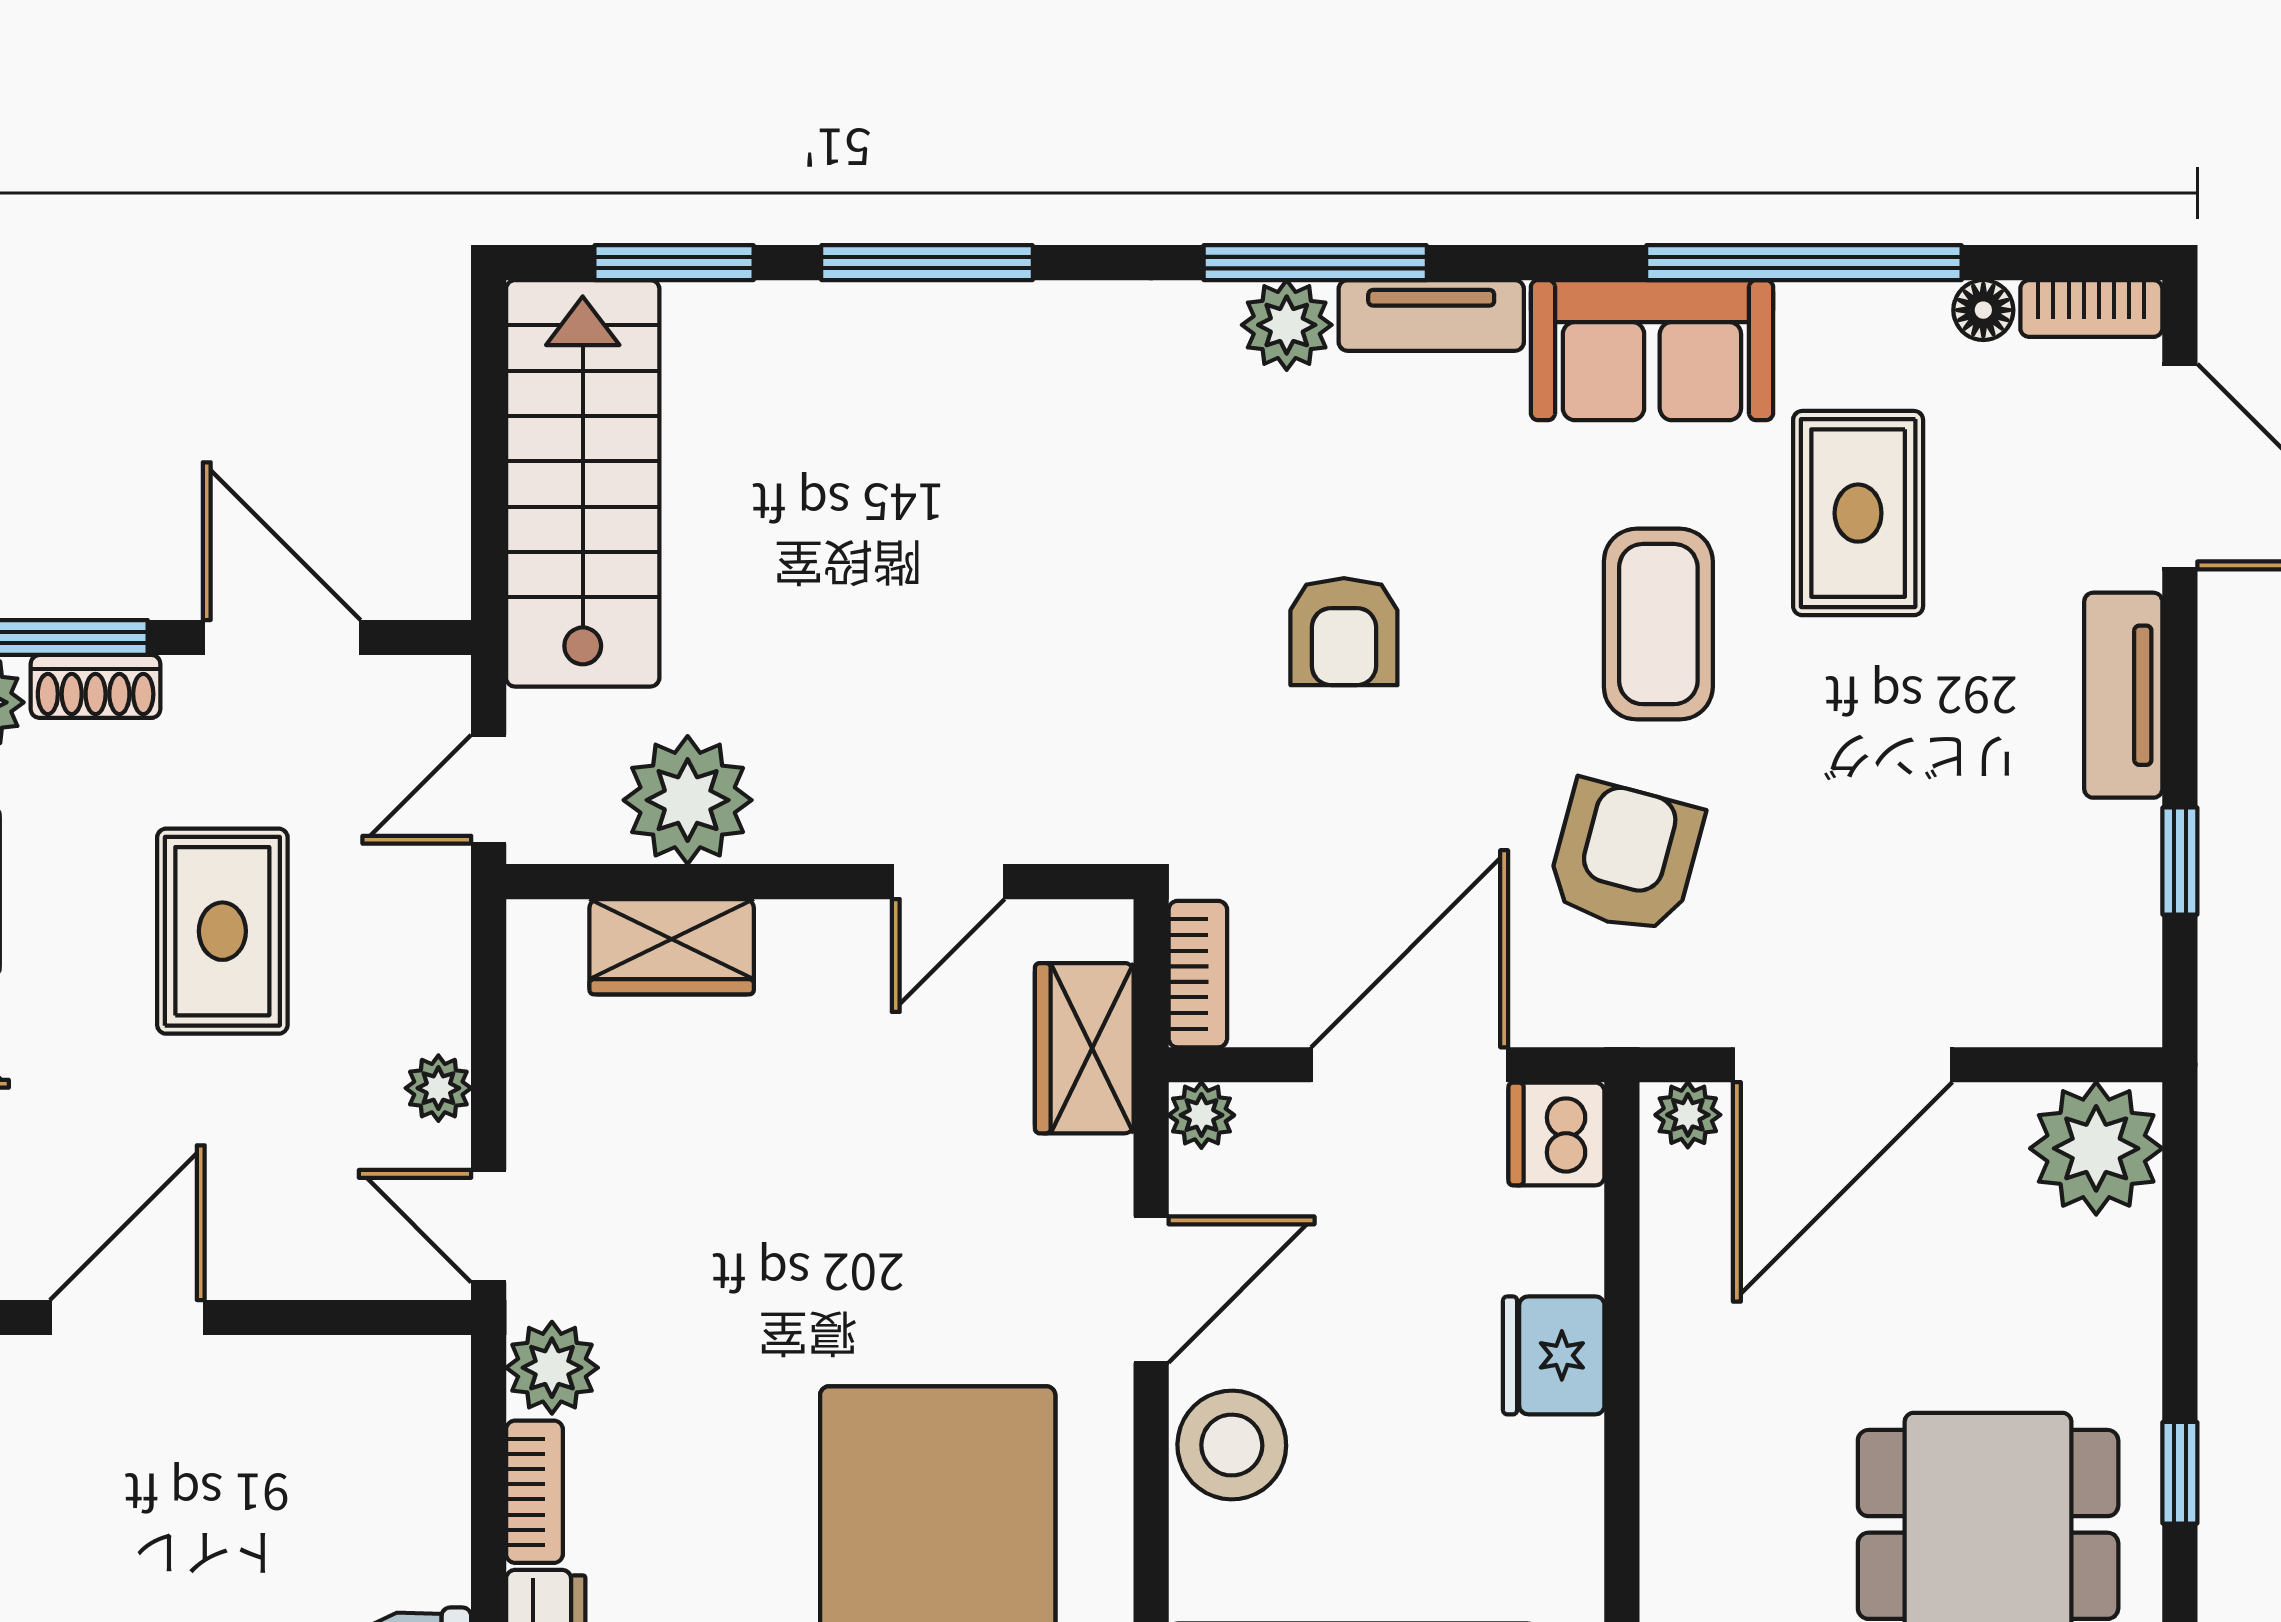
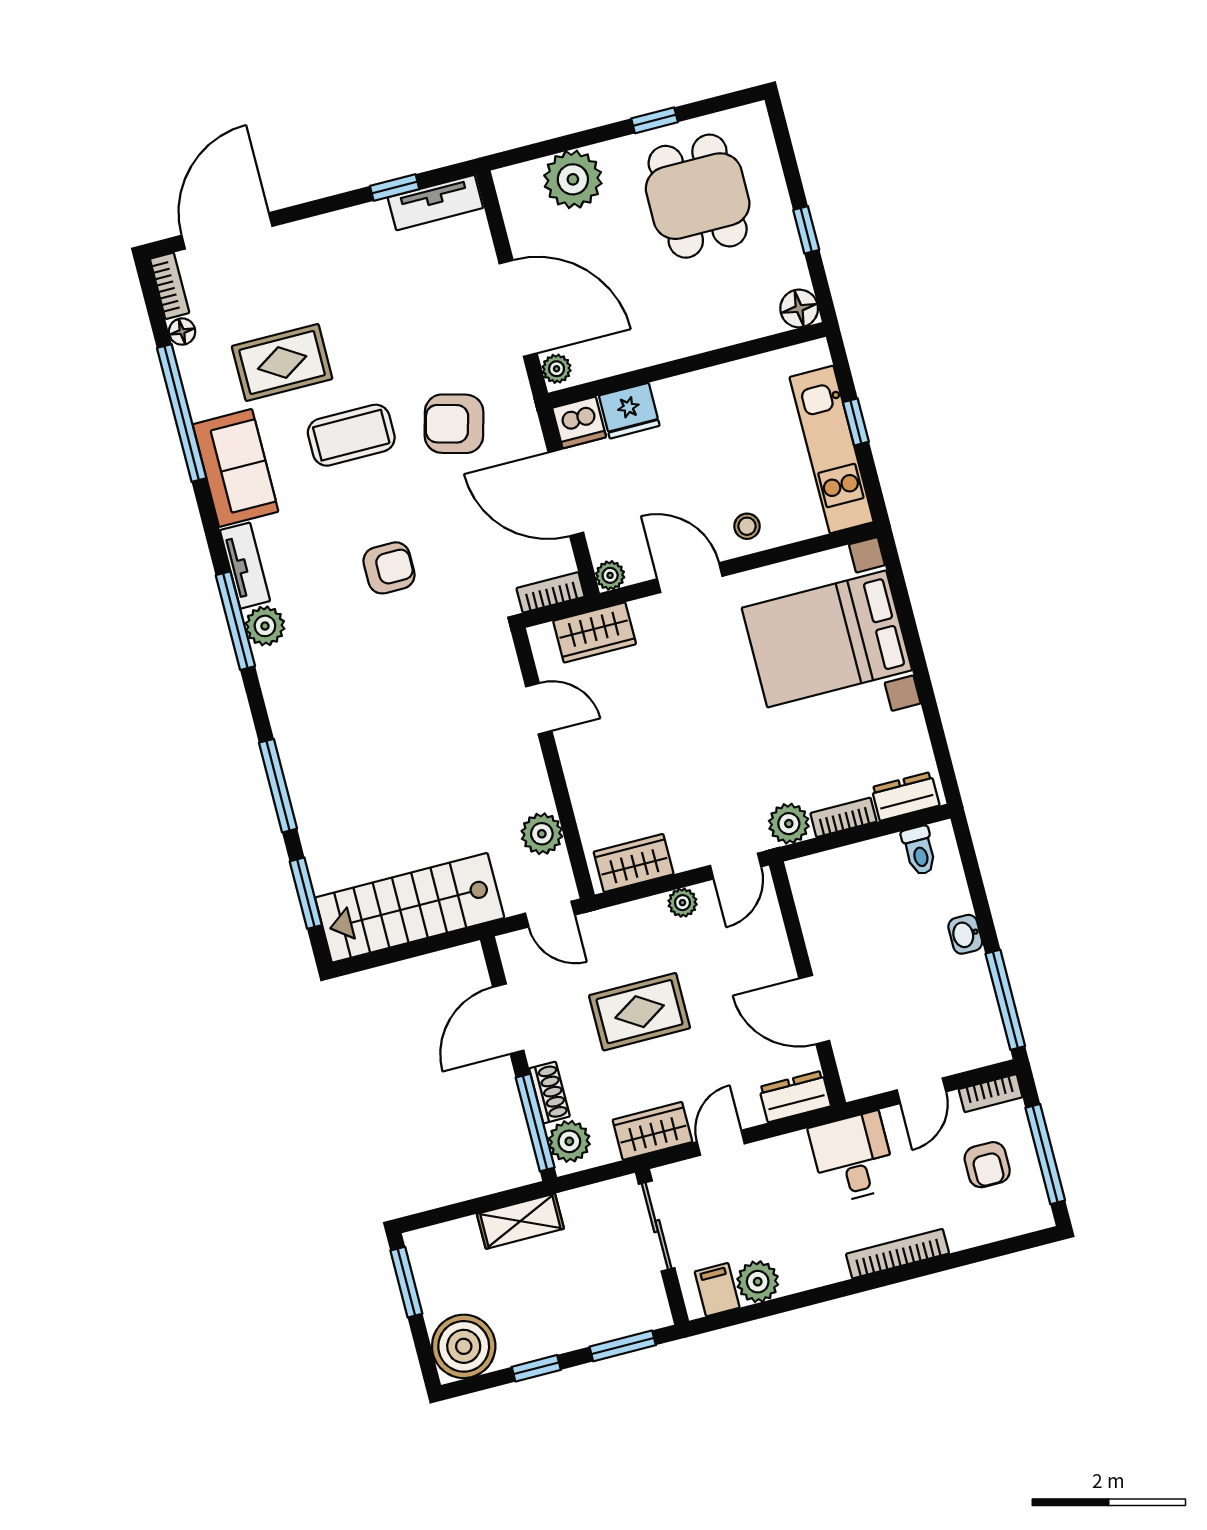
tv unit: (2123, 695) -> (435, 203), moved
plant: (688, 800) -> (542, 834), width x0.73, depth x0.73
wardrobe: (672, 947) -> (634, 863), moved, turned -90
plant: (2096, 1148) -> (573, 179), moved
fridge: (1554, 1355) -> (629, 411), moved
stool: (1232, 1445) -> (747, 526), width x0.53, depth x0.53

